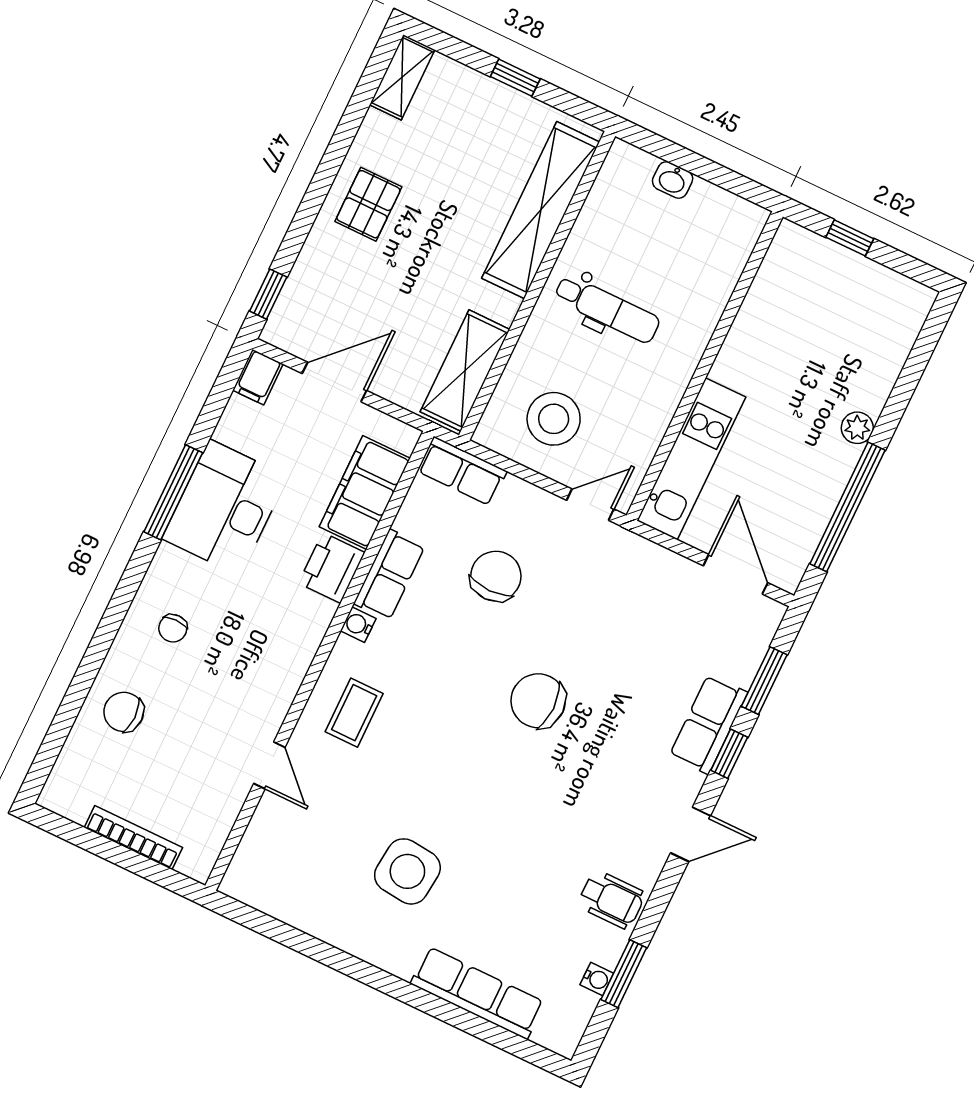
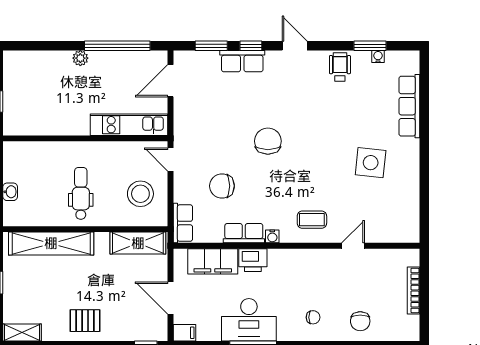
chair: (538, 701) -> (268, 141), turned 180

